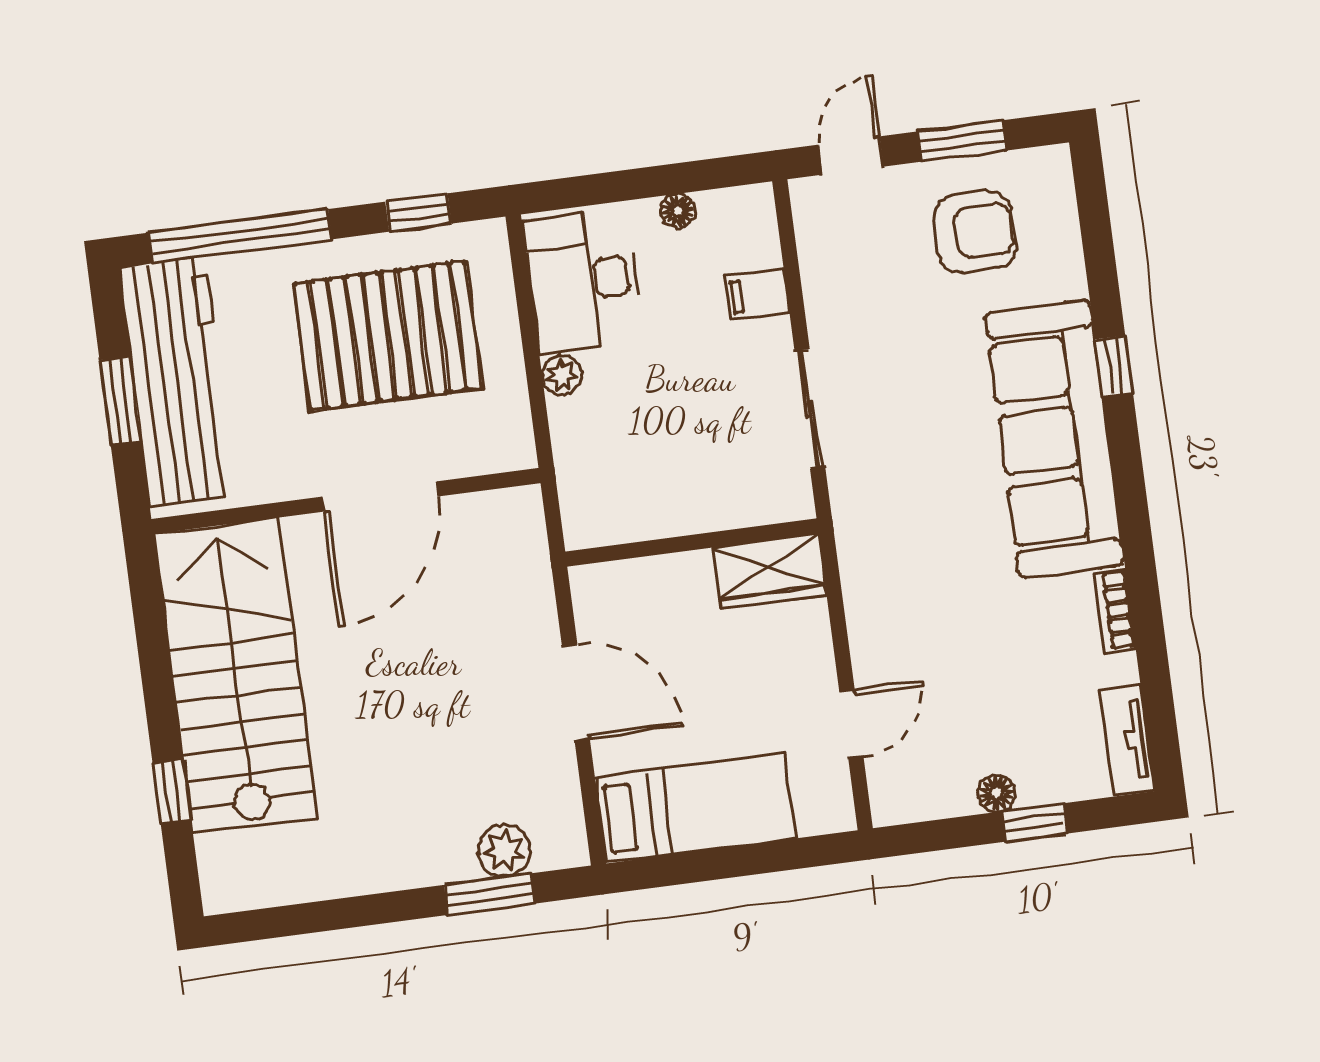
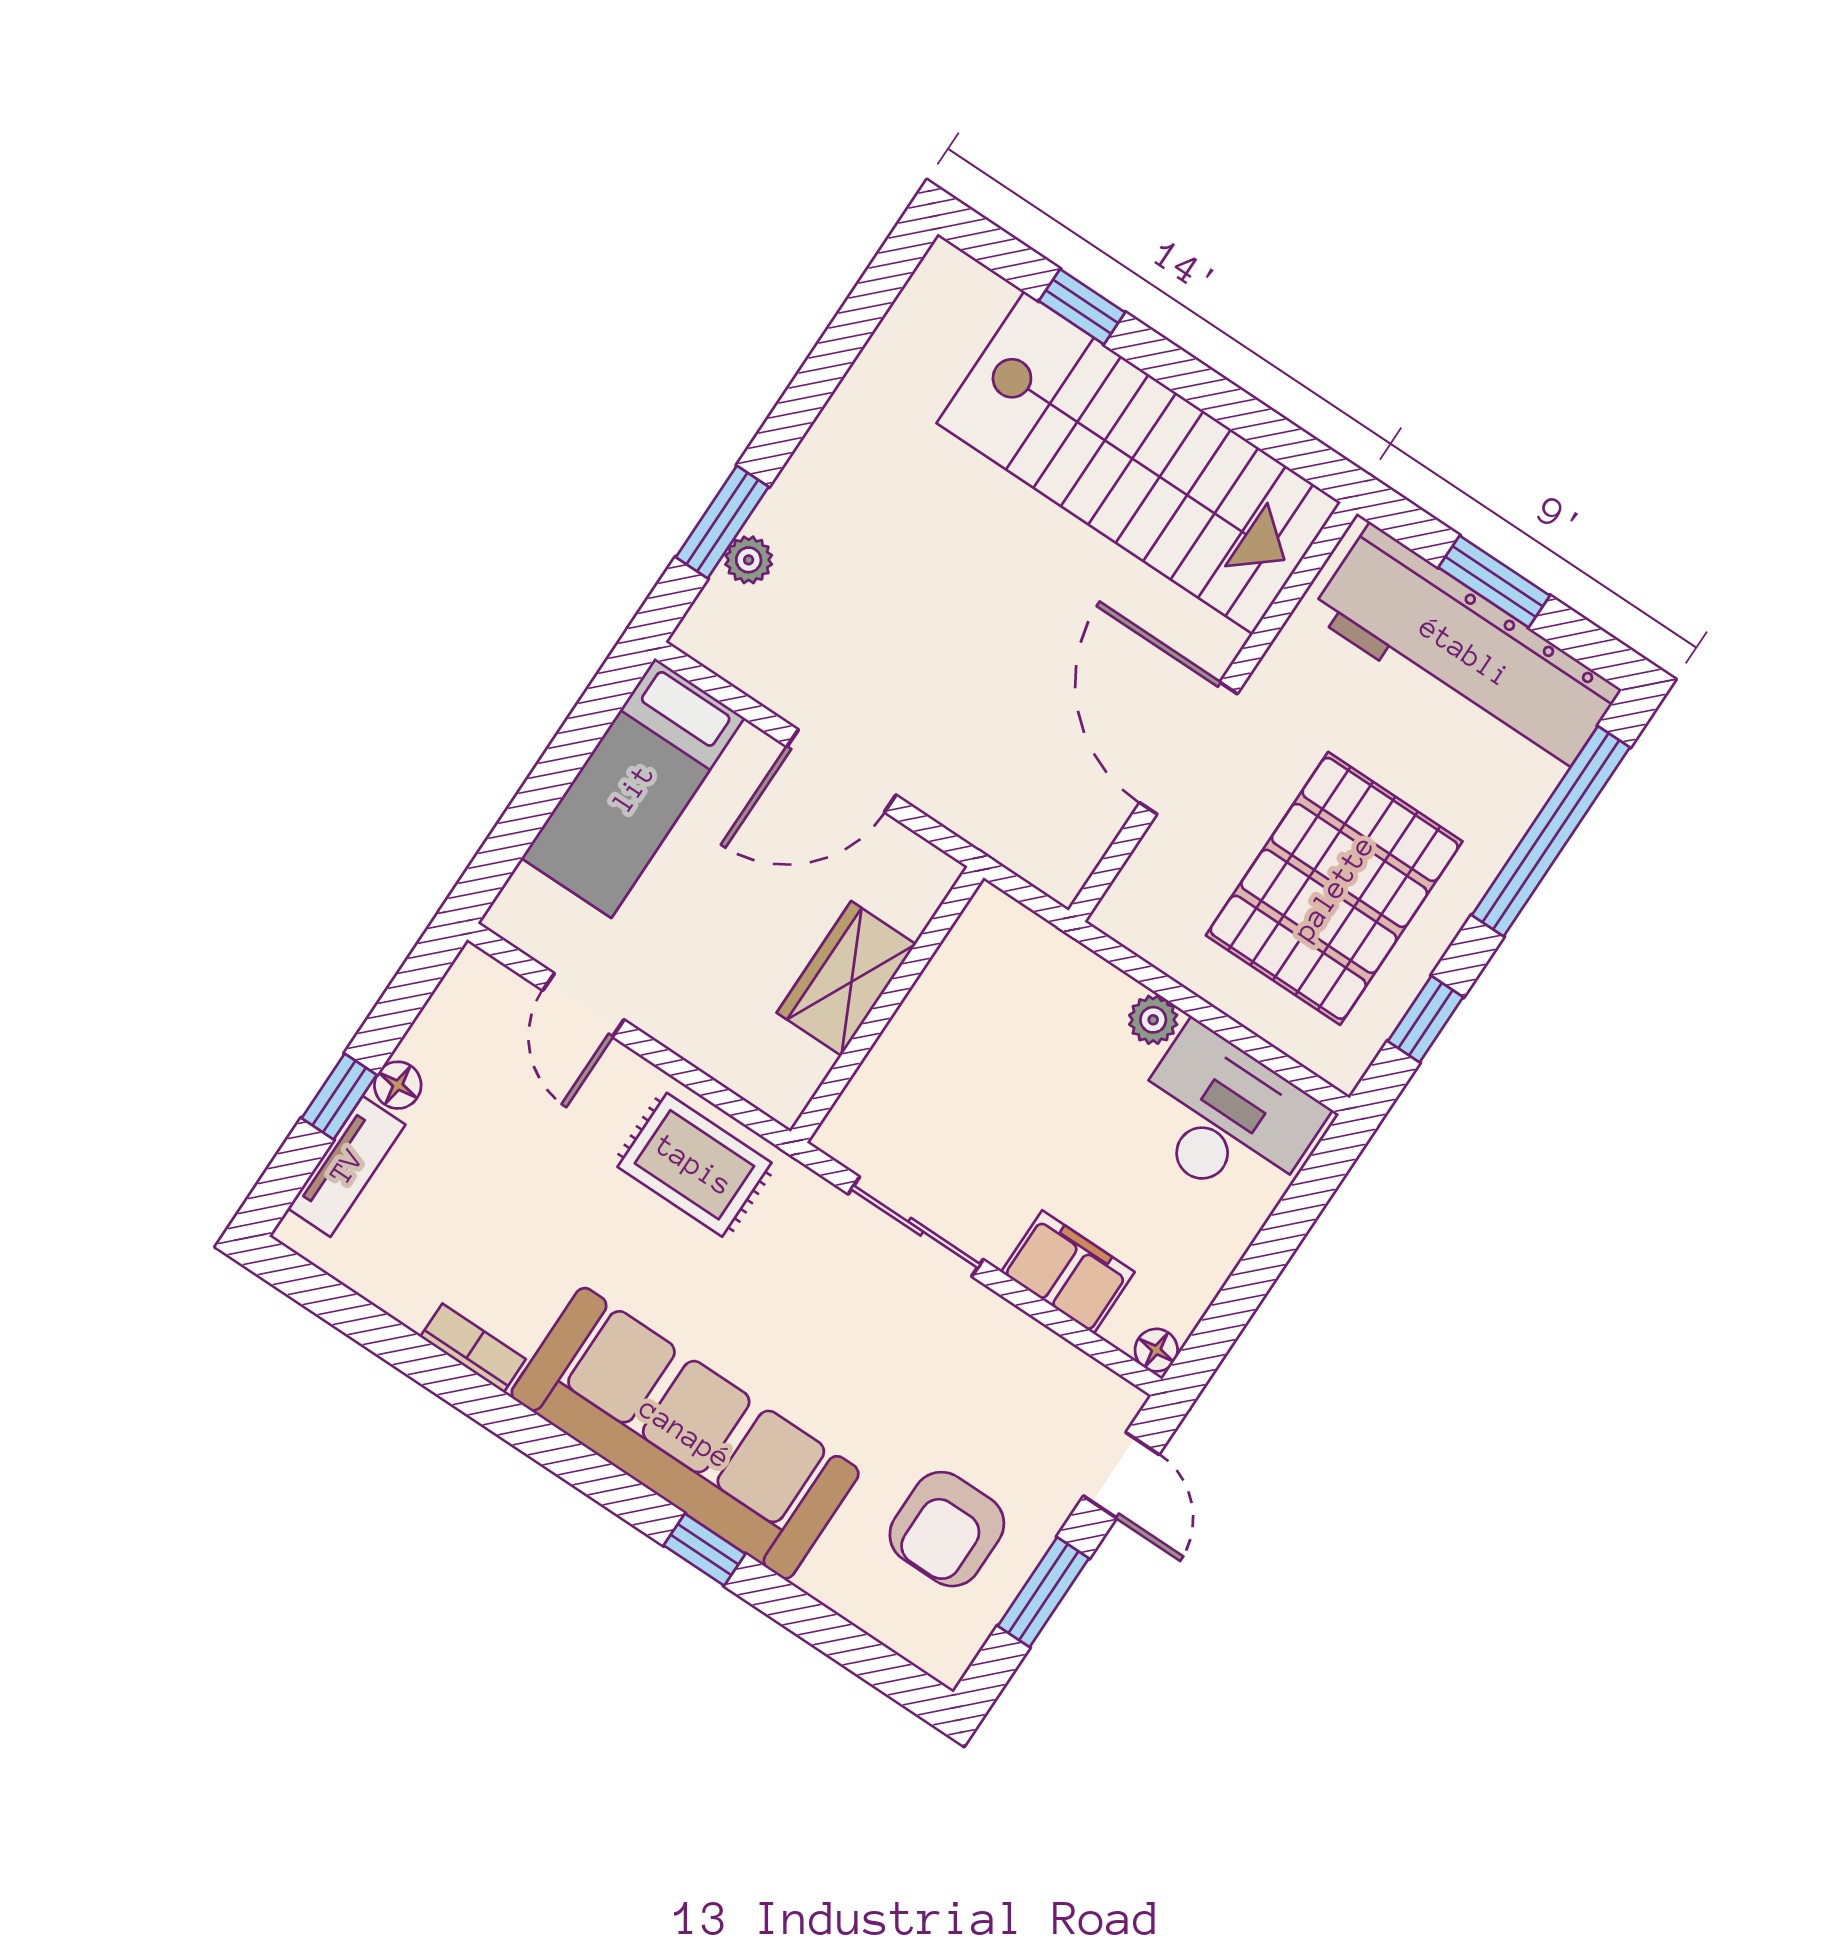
floor lamp: (678, 211) -> (1156, 1350), moved
filing cabinet: (757, 294) -> (1068, 1272), width x2.00
wardrobe: (770, 571) -> (846, 978), moved
rug: (889, 574) -> (694, 1165), added
tv unit: (1127, 741) -> (347, 1166), moved, turned 90
plant: (504, 851) -> (749, 560), width x0.73, depth x0.73

